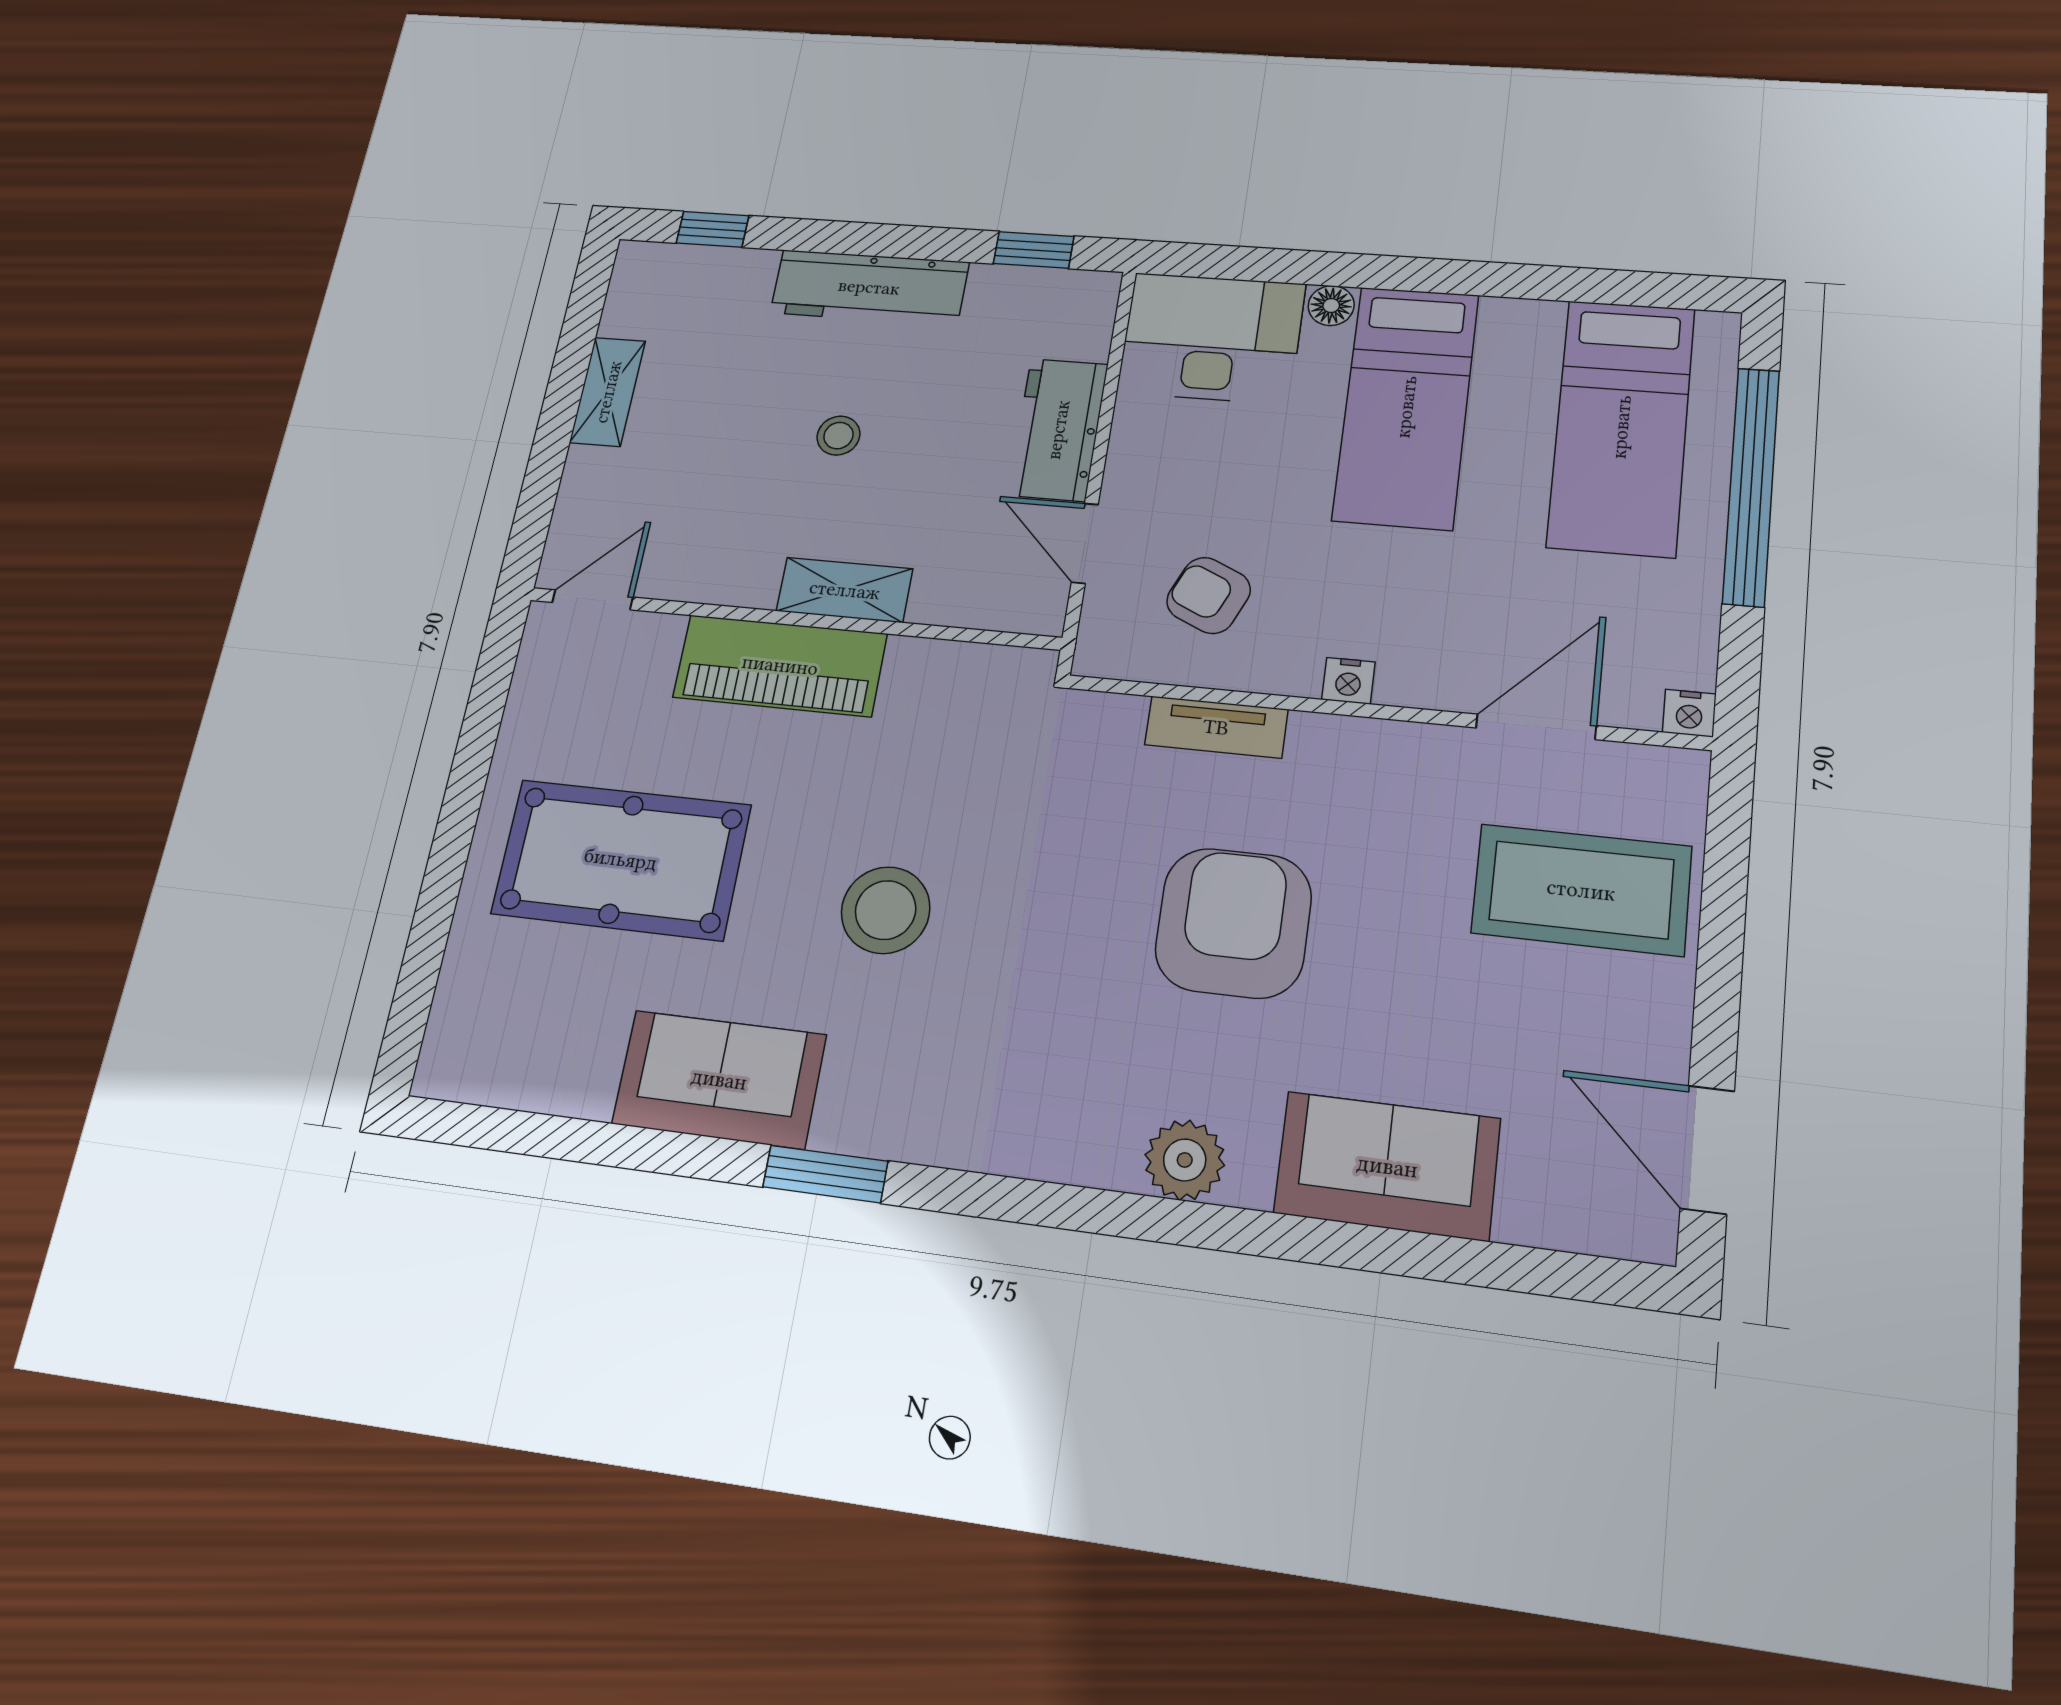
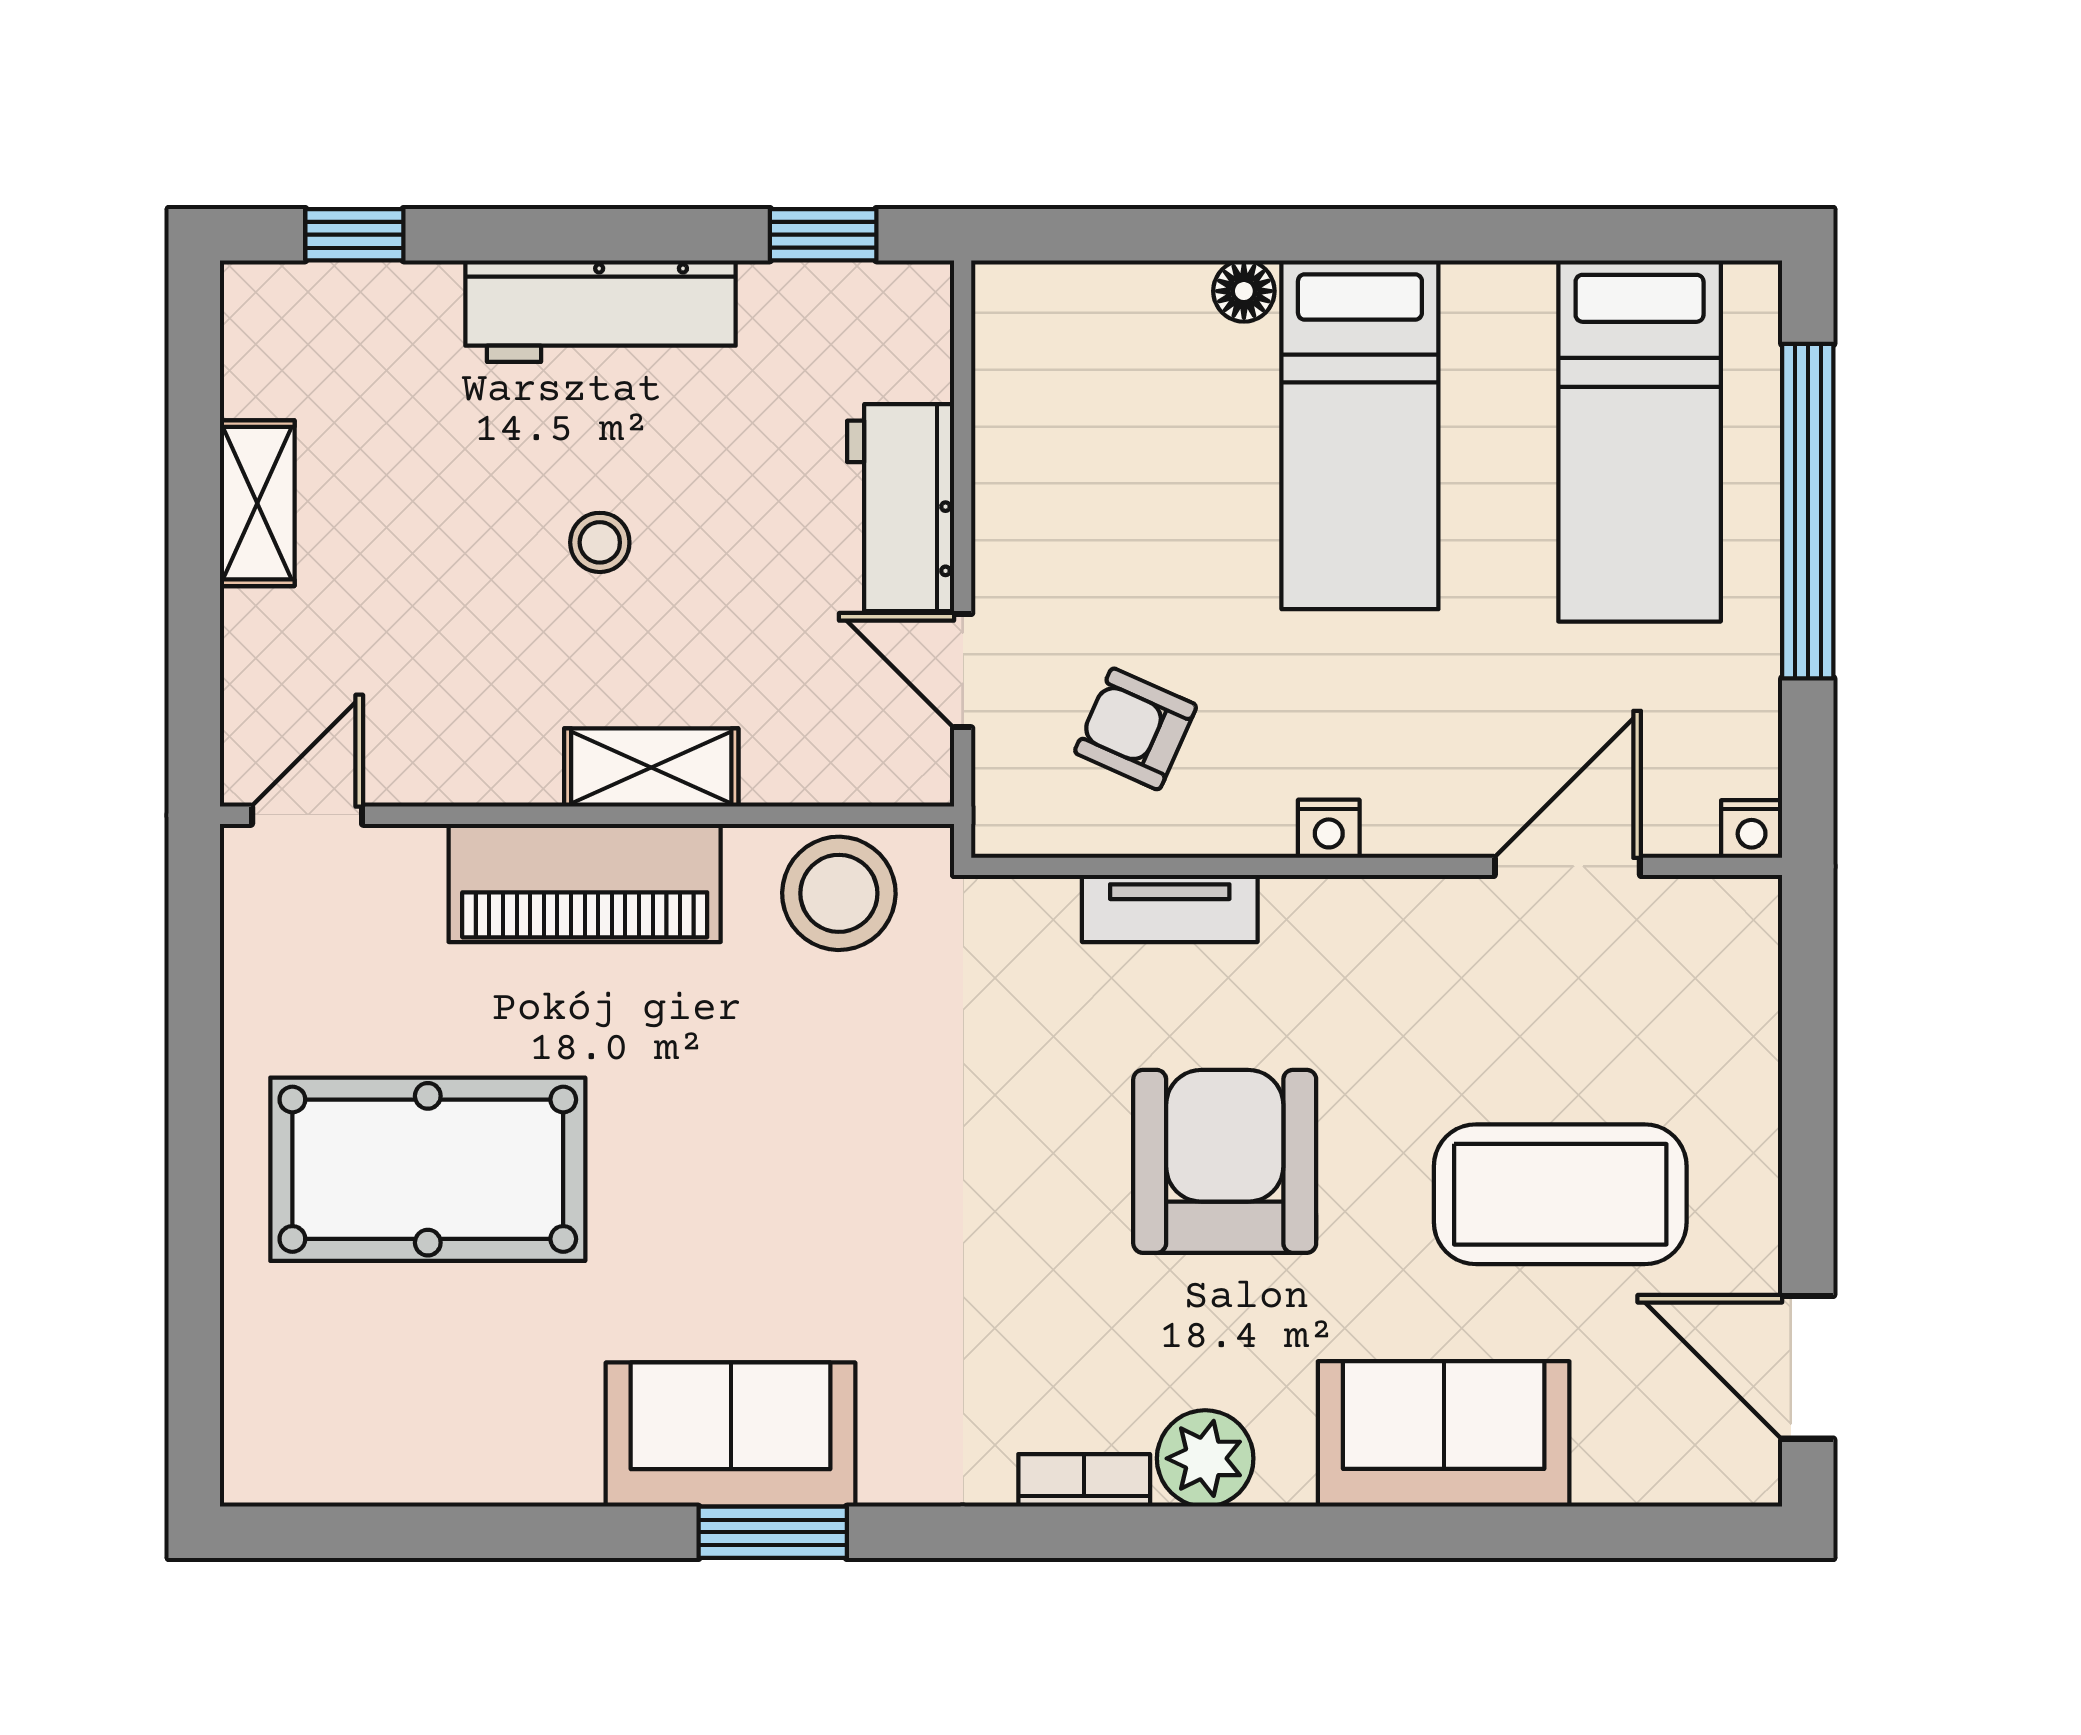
desk: (1211, 338) -> (1089, 353), removed
coffee table: (1581, 890) -> (1560, 1194), moved
stool: (886, 910) -> (839, 893), moved
sofa: (719, 1079) -> (731, 1435), moved
bookcase: (1083, 1165) -> (1084, 1480), added

